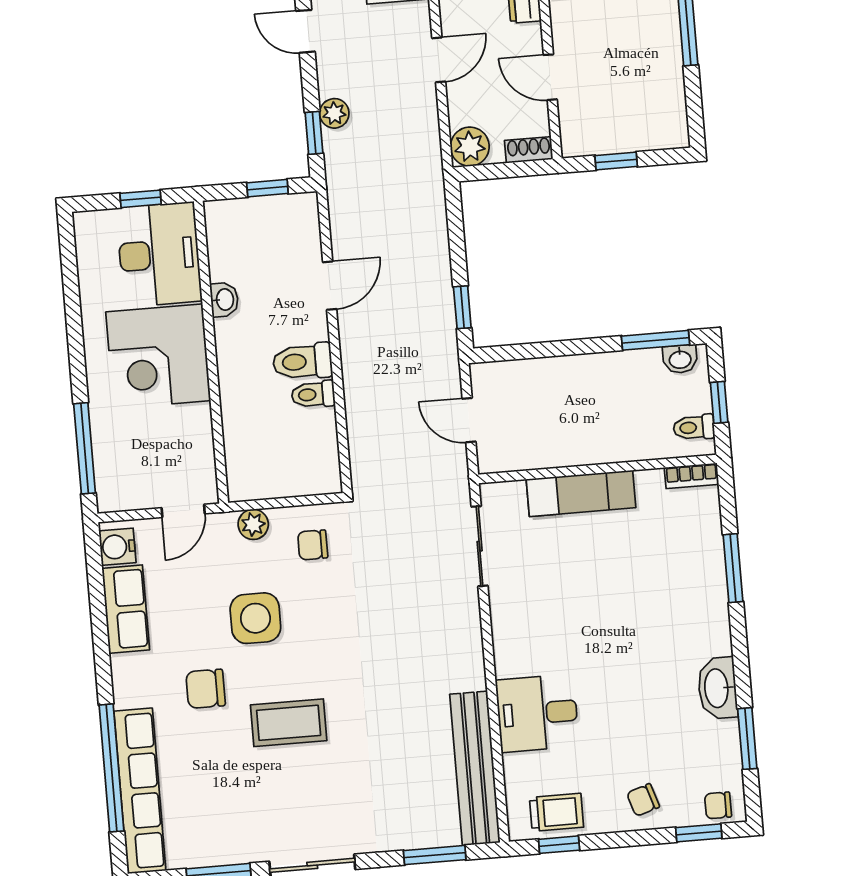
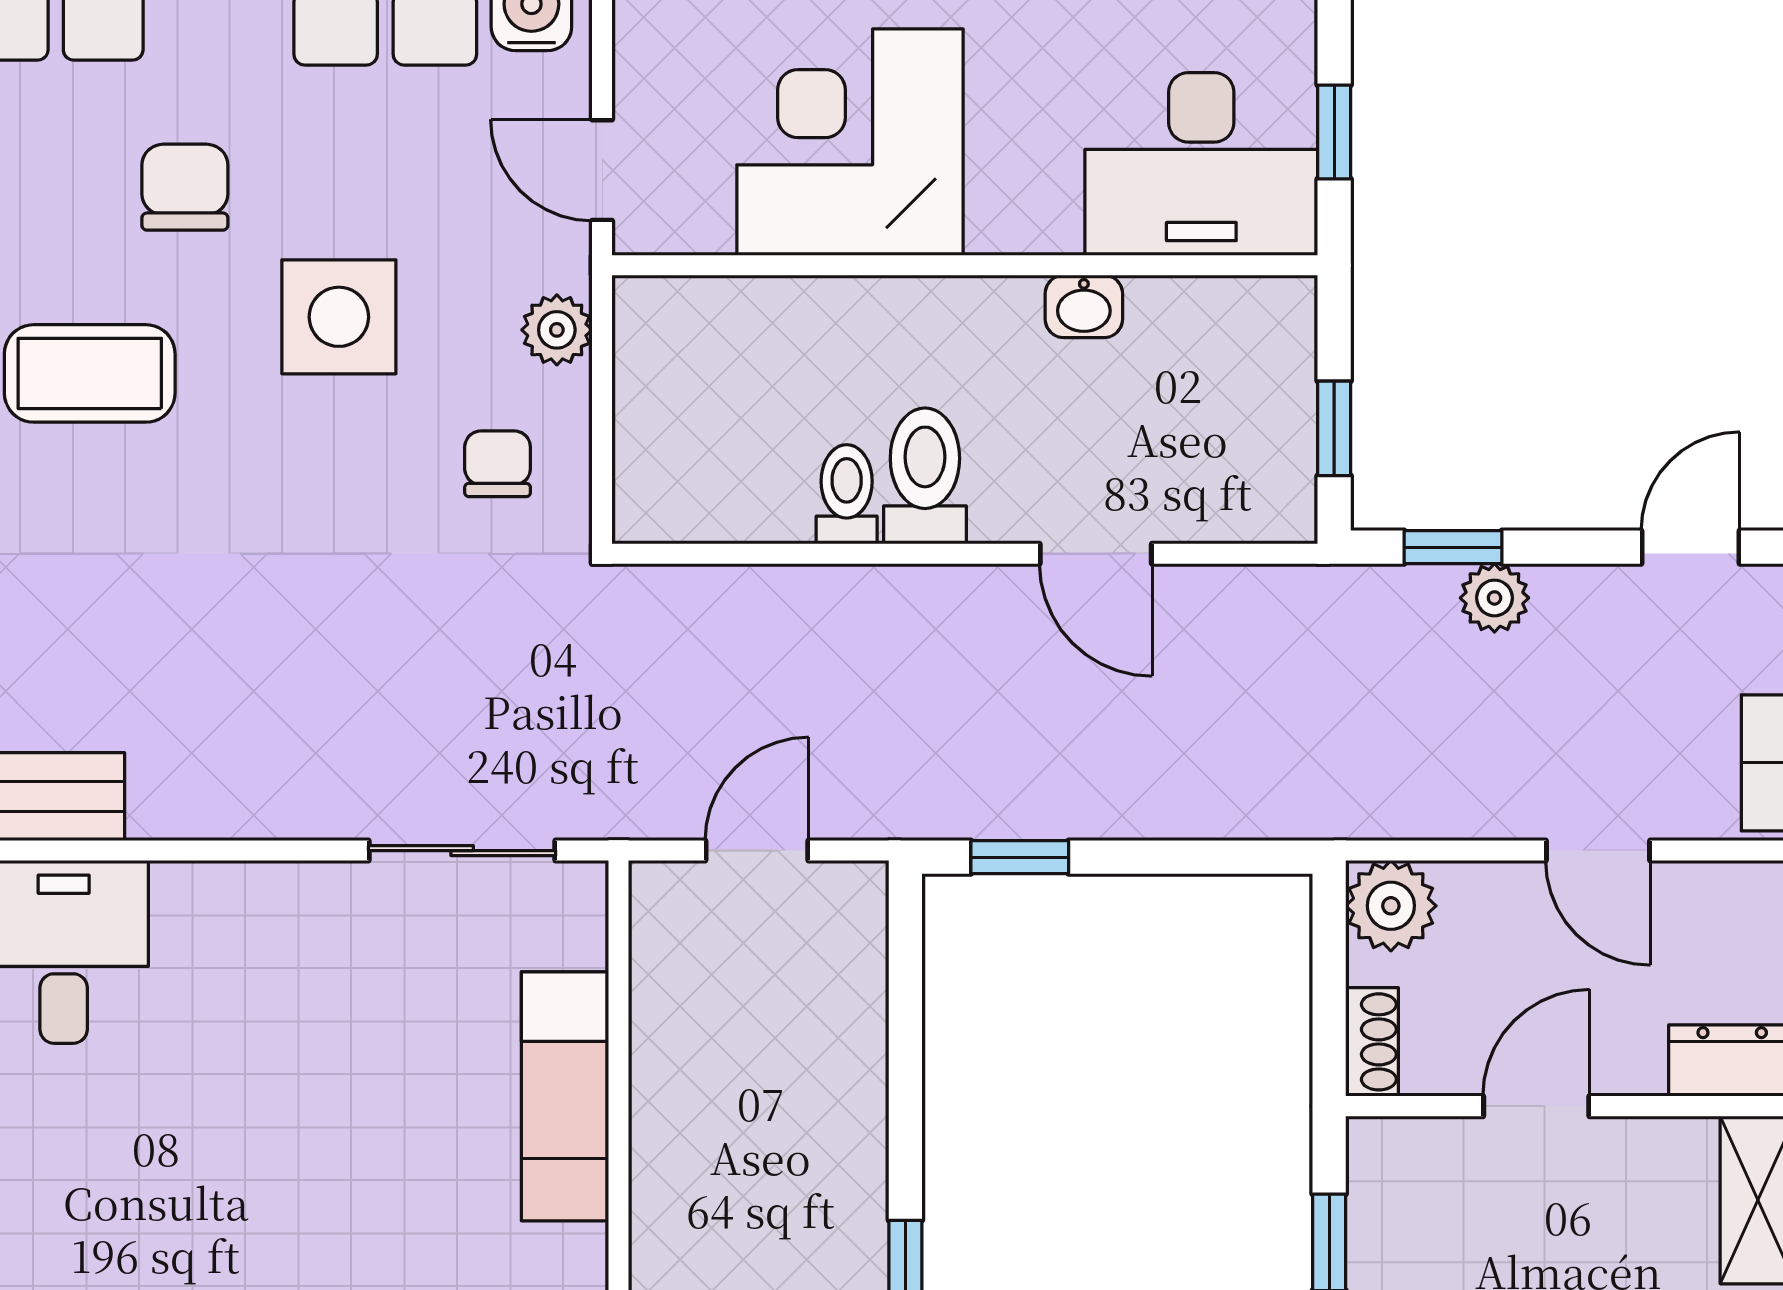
corner desk: (158, 356) -> (850, 142), moved
coffee table: (289, 723) -> (90, 373), turned 90

